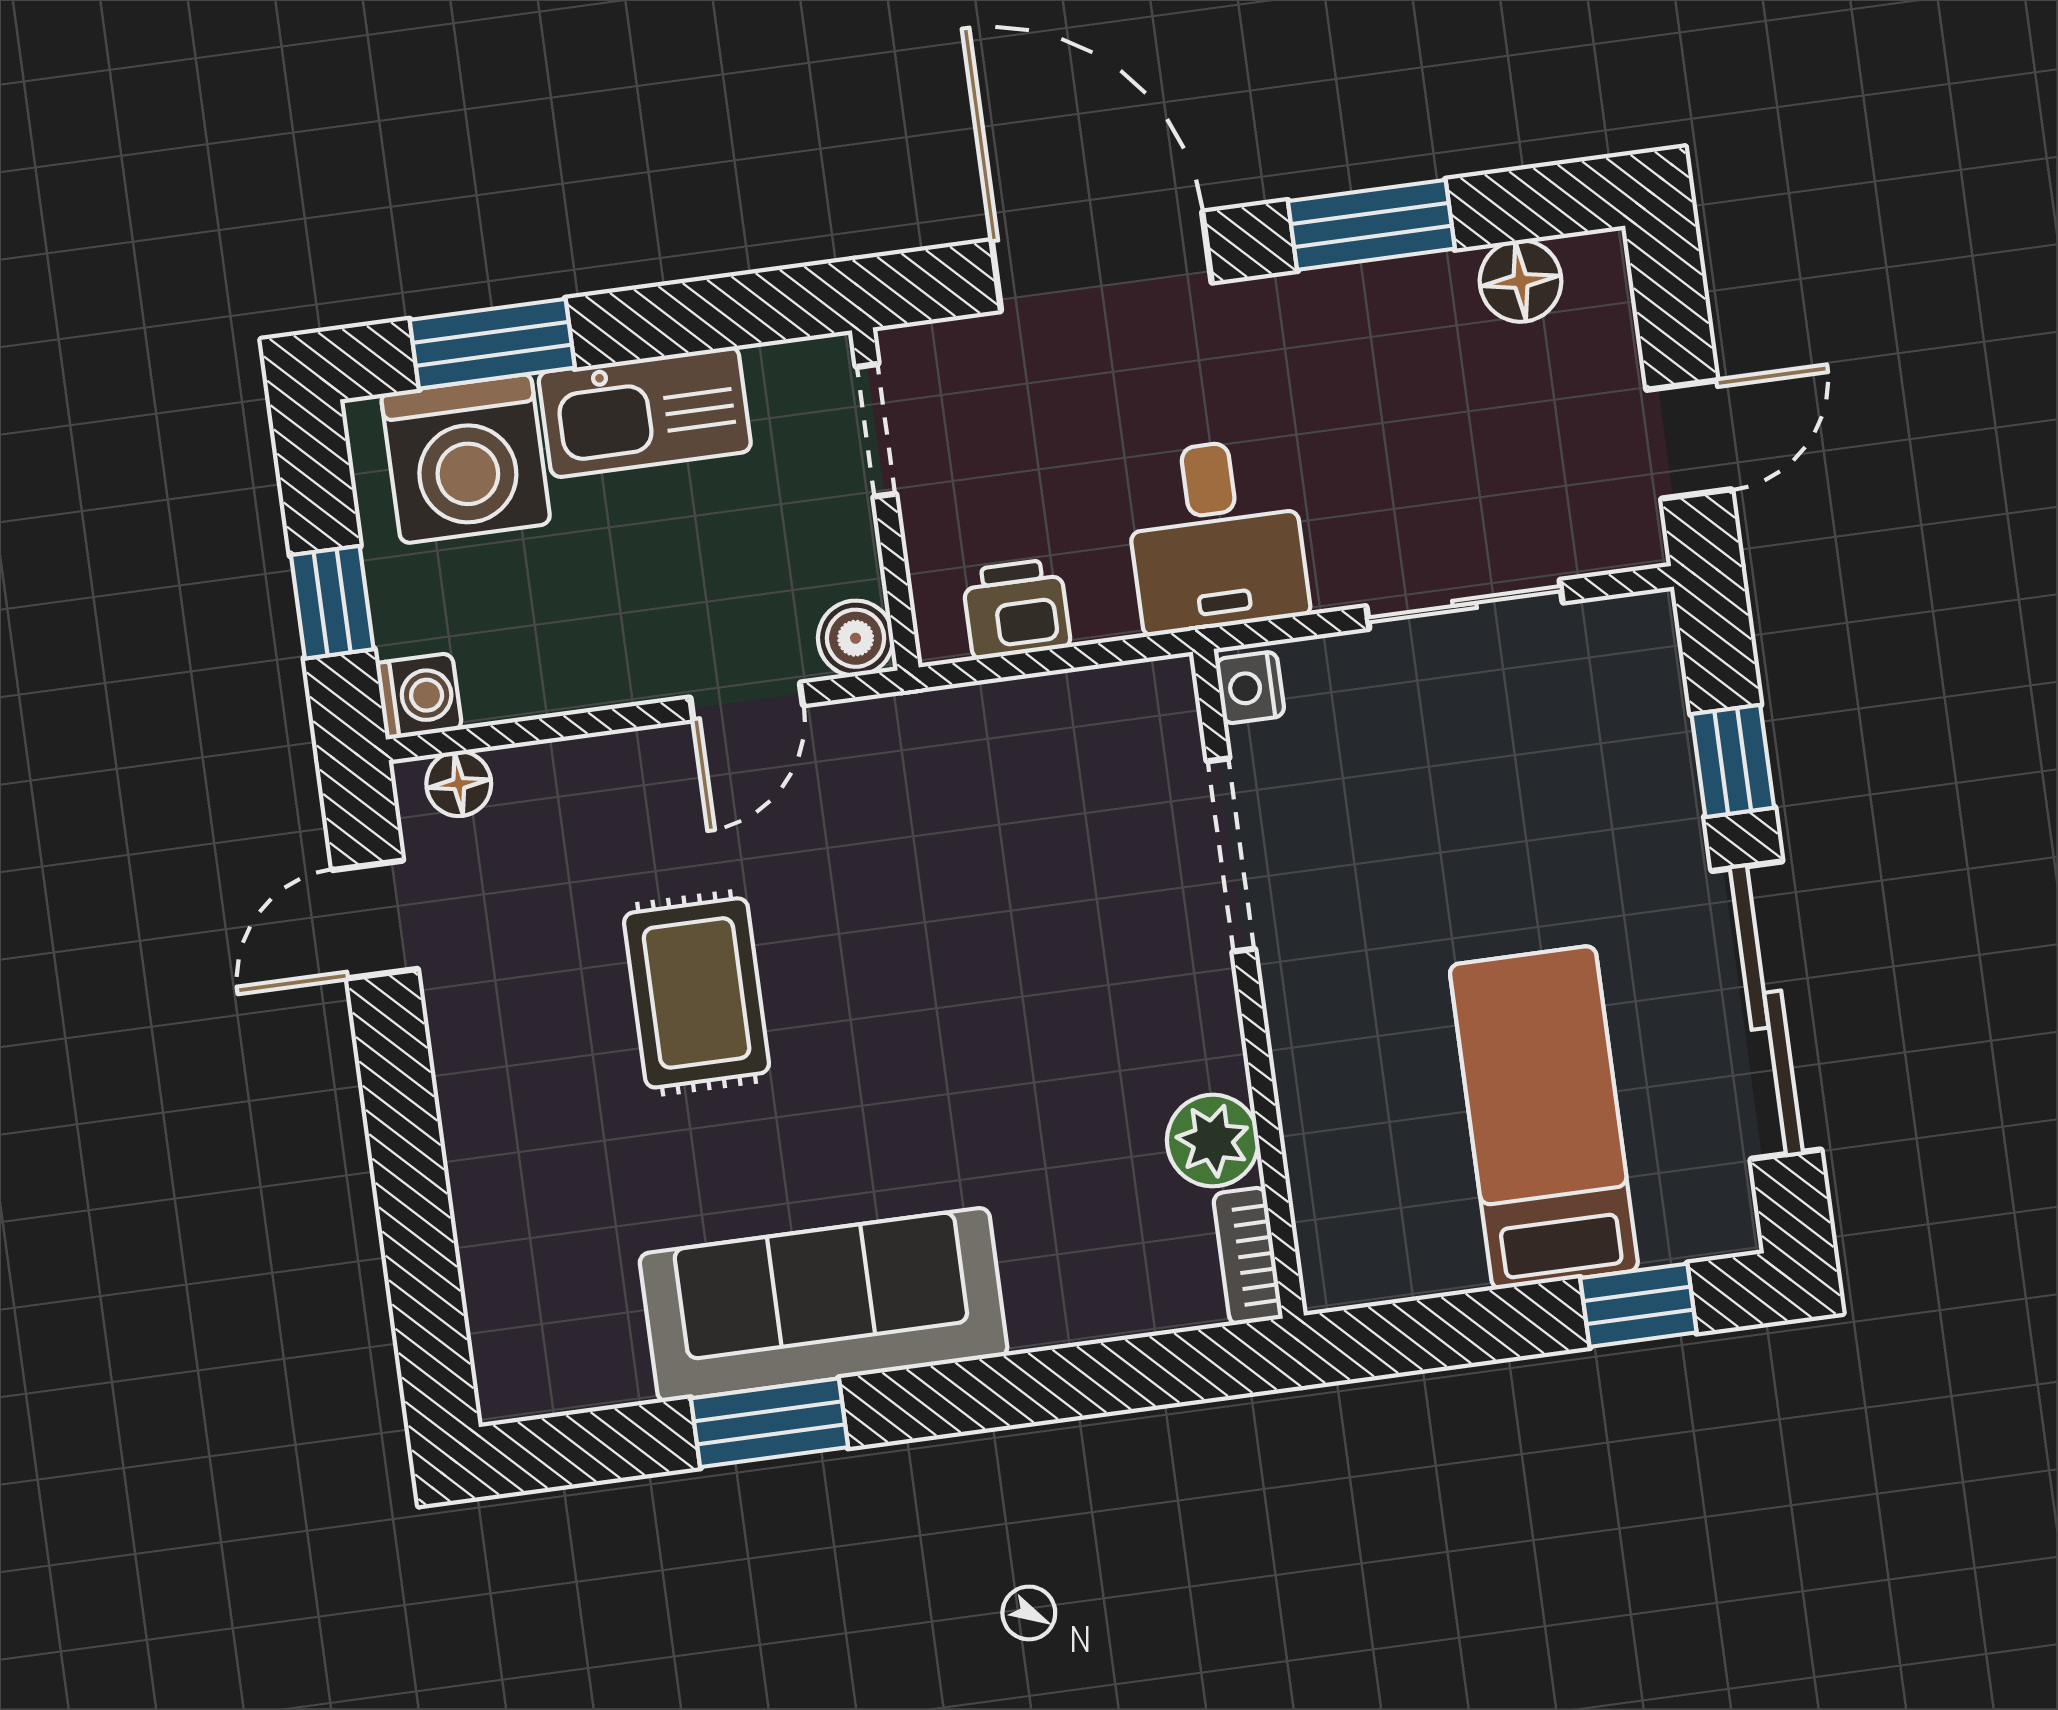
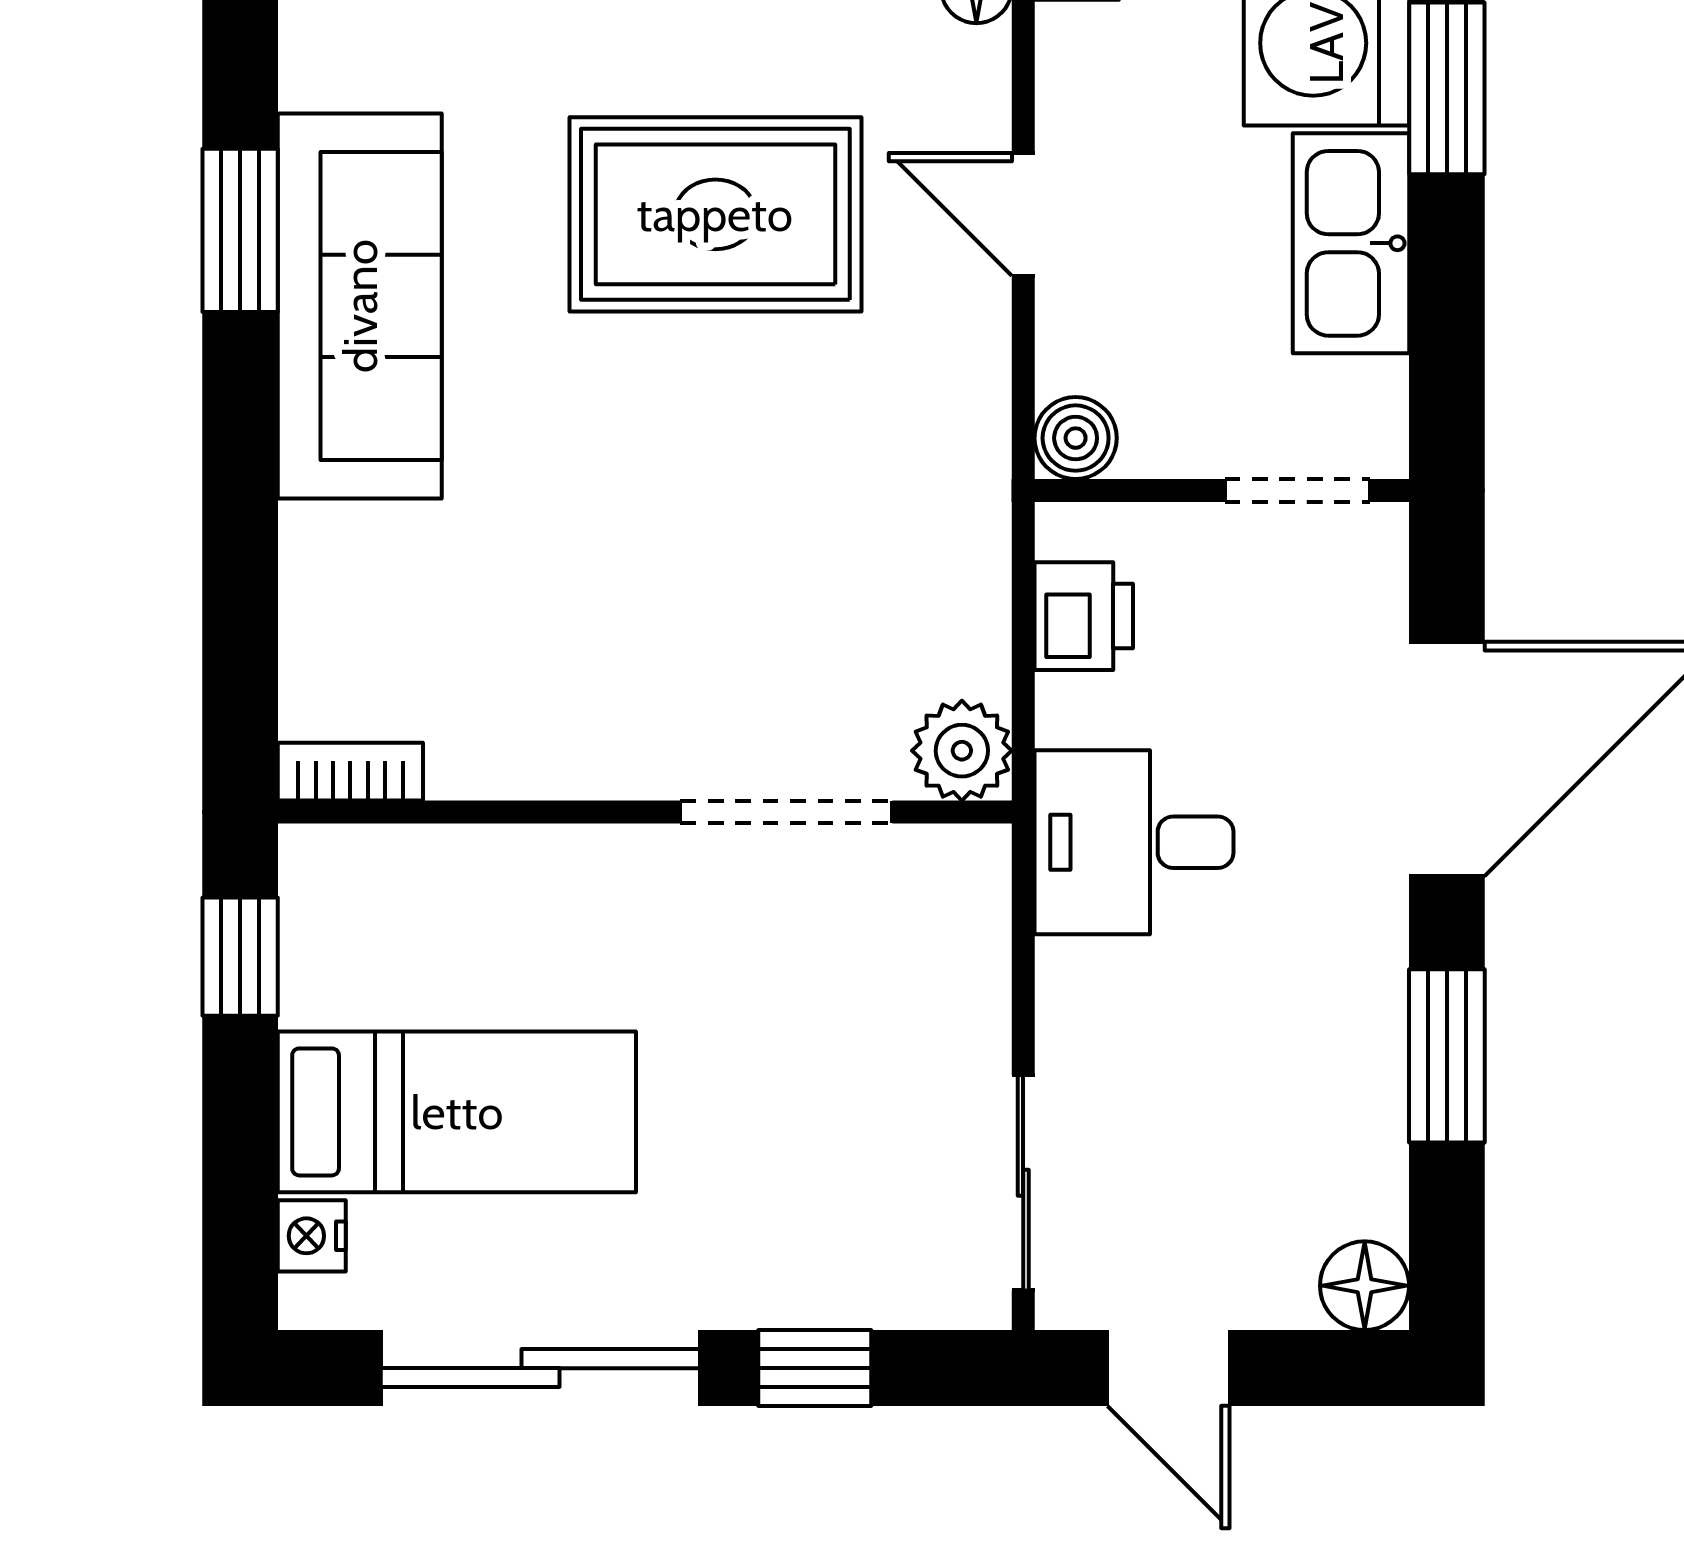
floor lamp: (1521, 281) -> (1365, 1286), moved
sliding door: (1464, 604) -> (1023, 1183), moved
nightstand: (1250, 688) -> (312, 1236), moved, turned -90
door: (747, 701) -> (1023, 214), moved
rug: (697, 993) -> (715, 214), width x1.36, depth x1.43
plant: (1213, 1141) -> (962, 751), moved
window: (1638, 1305) -> (240, 957), moved

